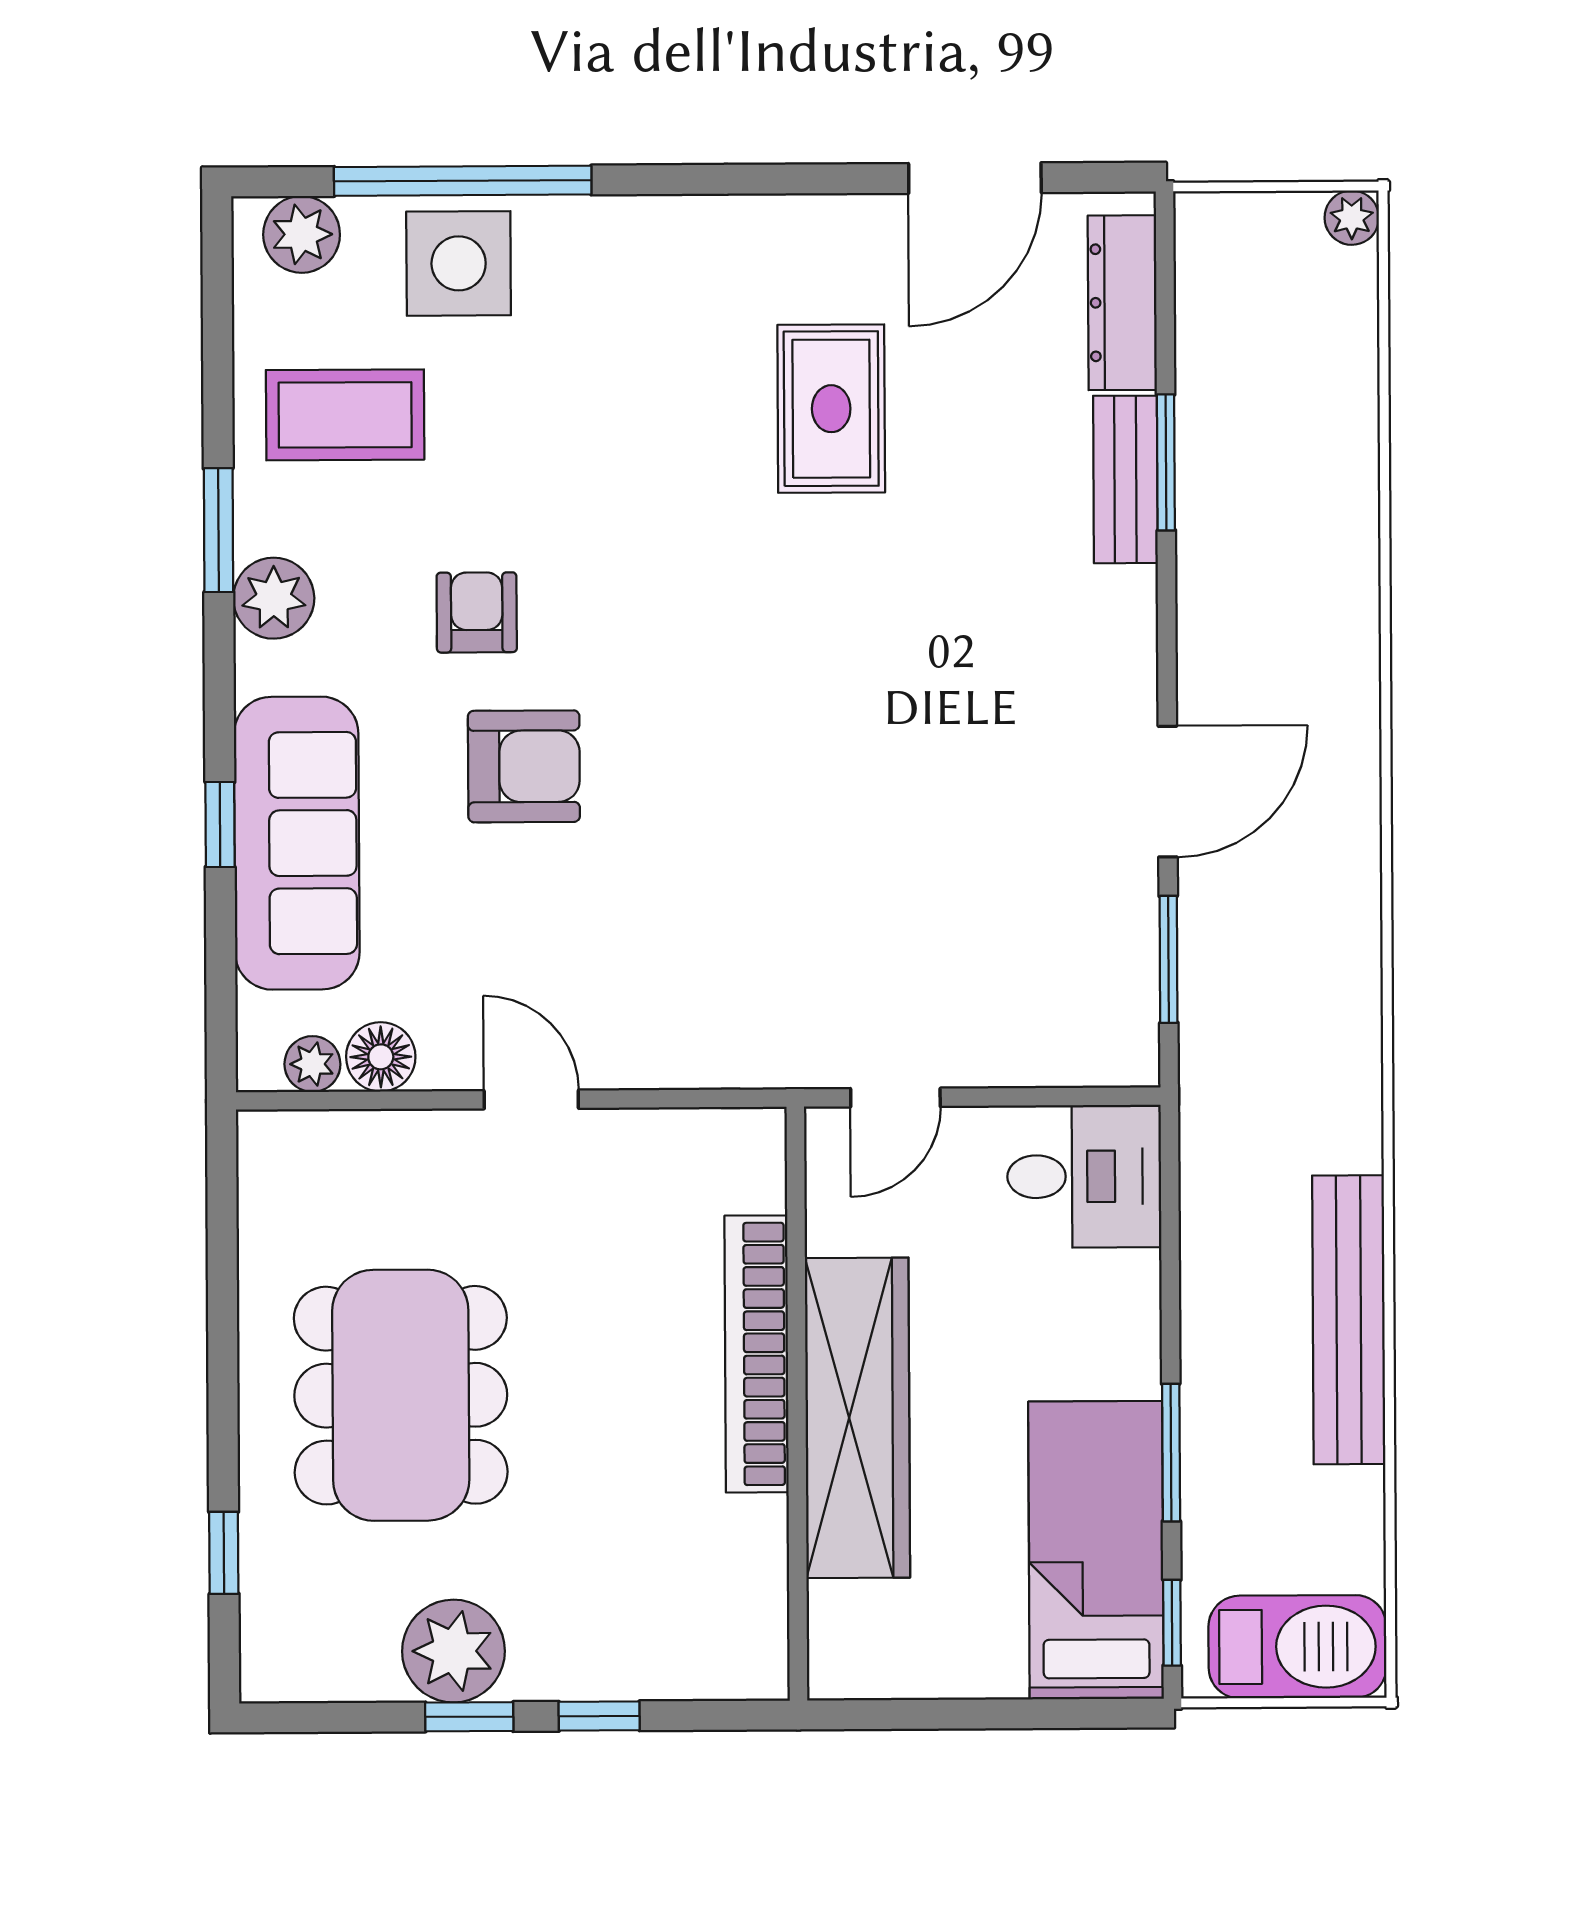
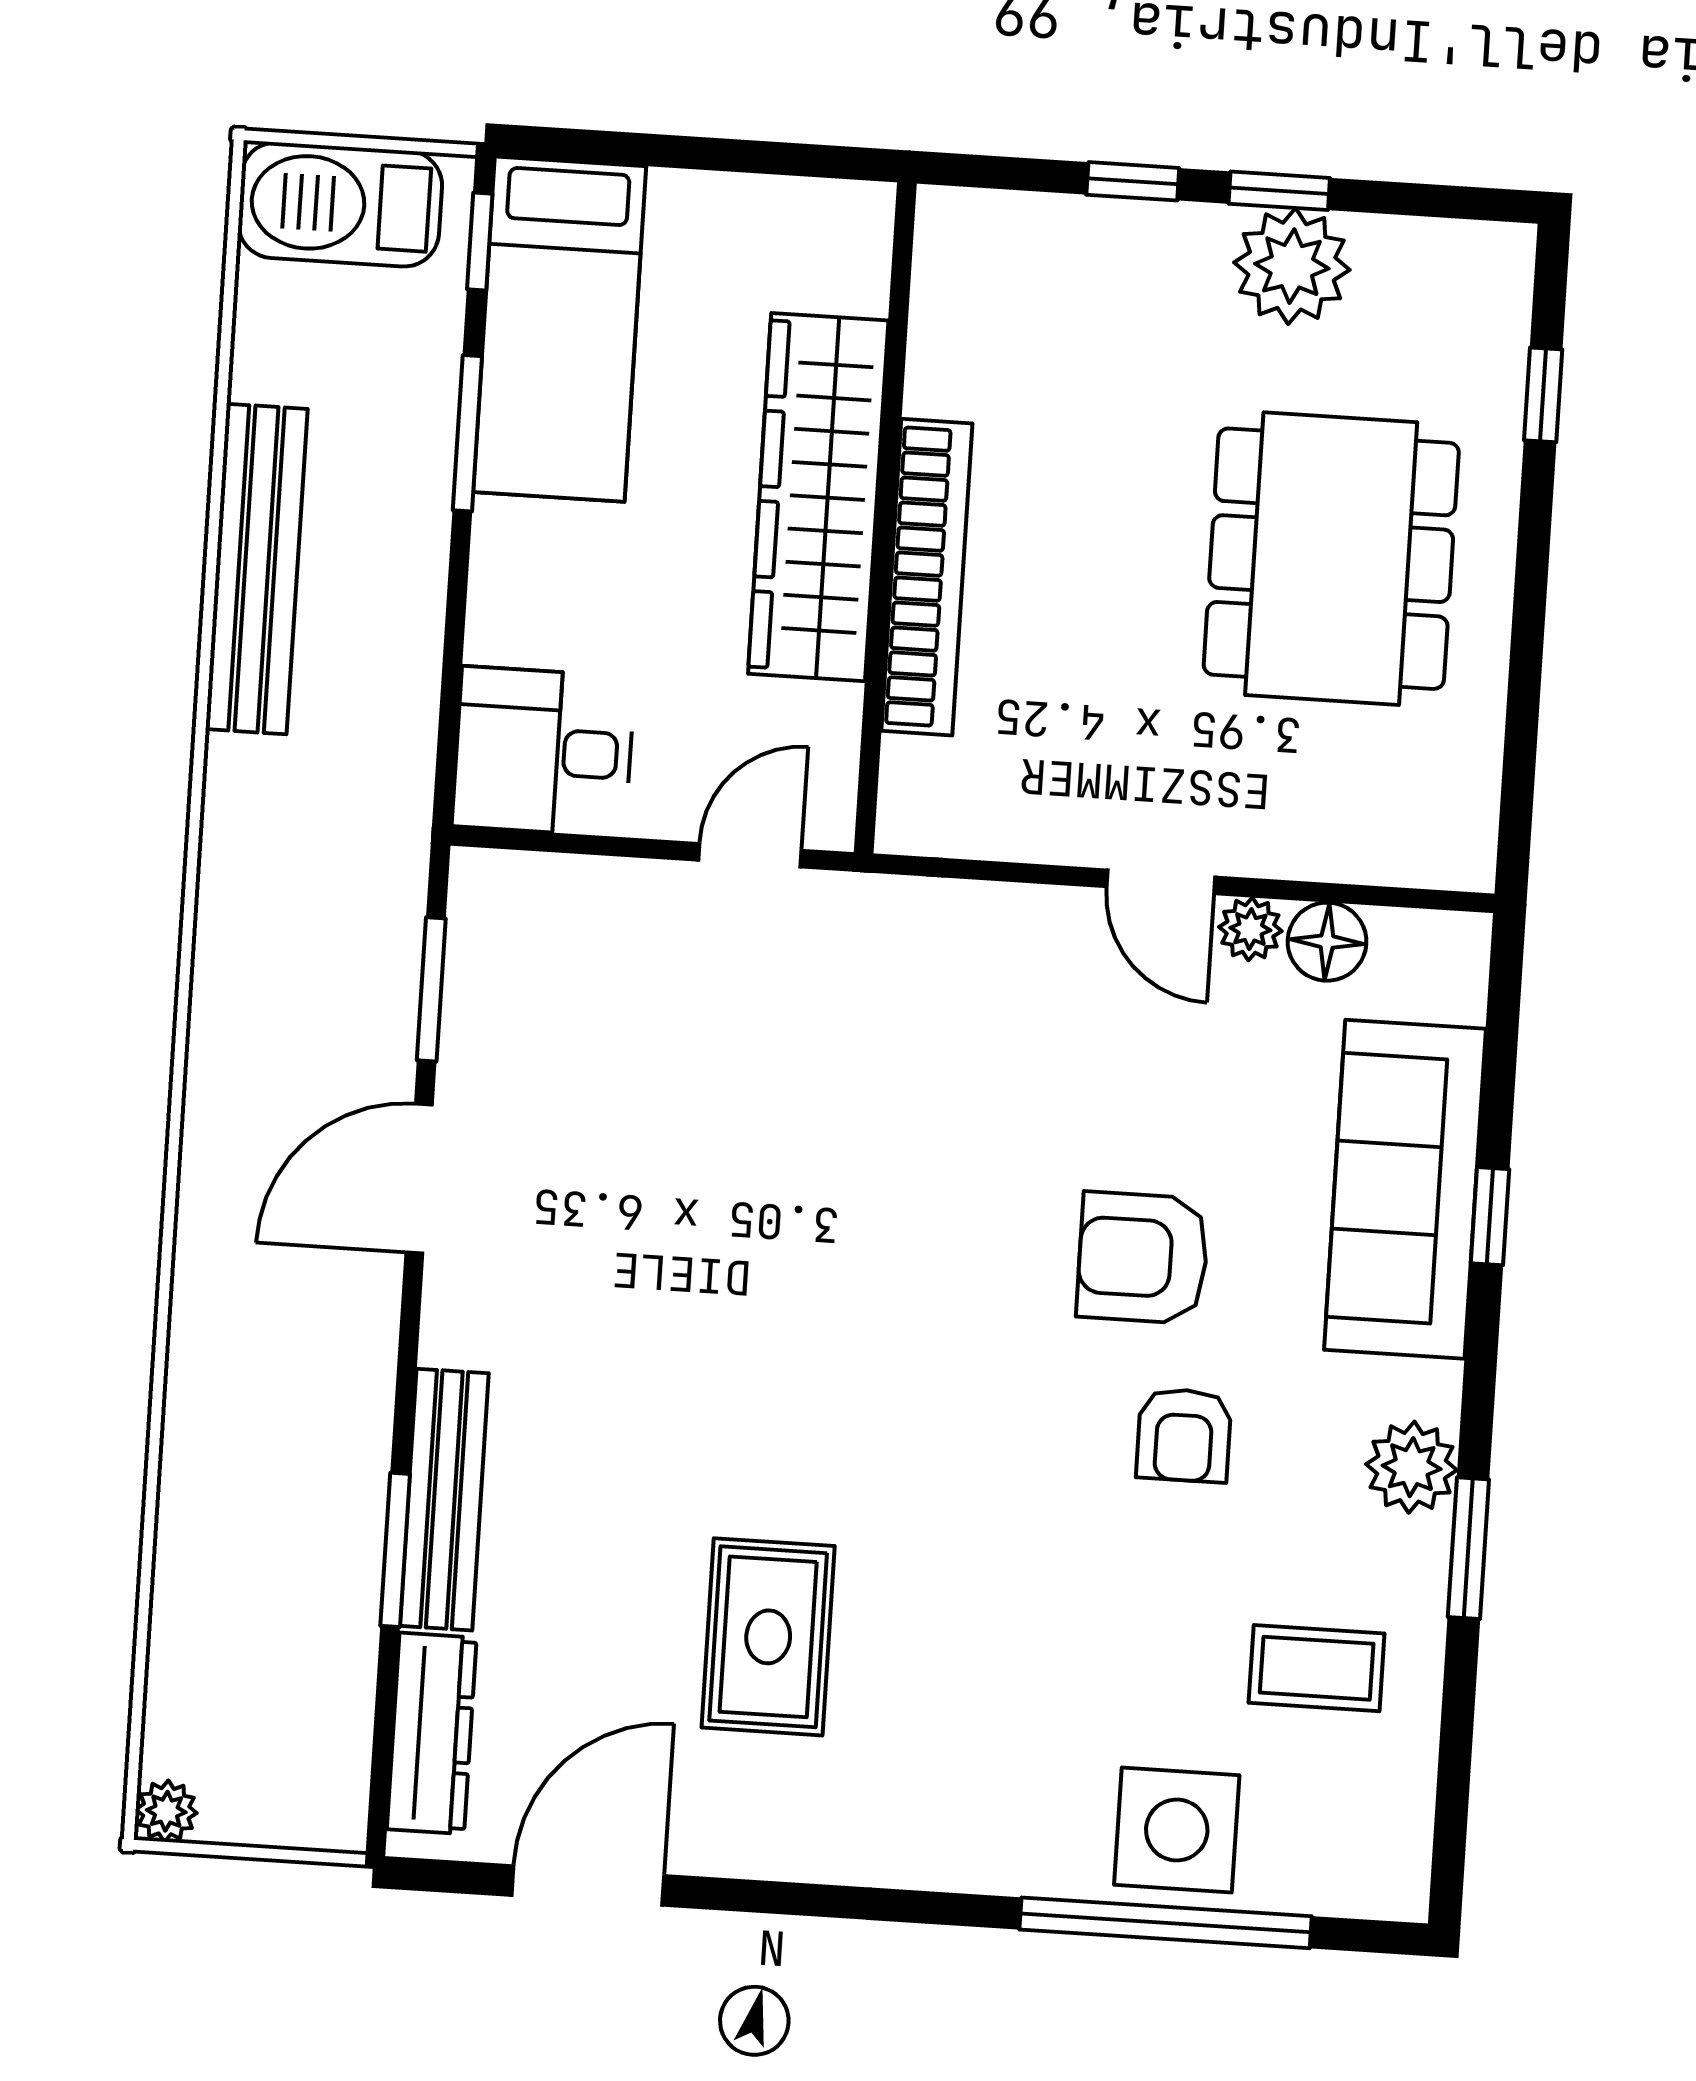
plant: (302, 234) -> (1351, 1875), removed
coffee table: (345, 415) -> (1317, 1668), width x0.73, depth x0.77
bench: (1125, 479) -> (444, 1500), width x1.36
plant: (312, 1064) -> (1250, 929), moved

